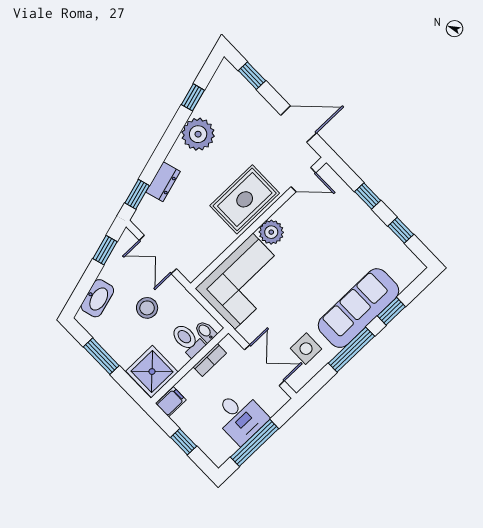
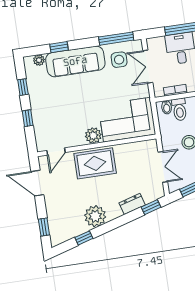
door: (303, 180) -> (56, 151), swing flipped
plant: (405, 278) -> (39, 60), added
window: (351, 350) -> (116, 39), moved

